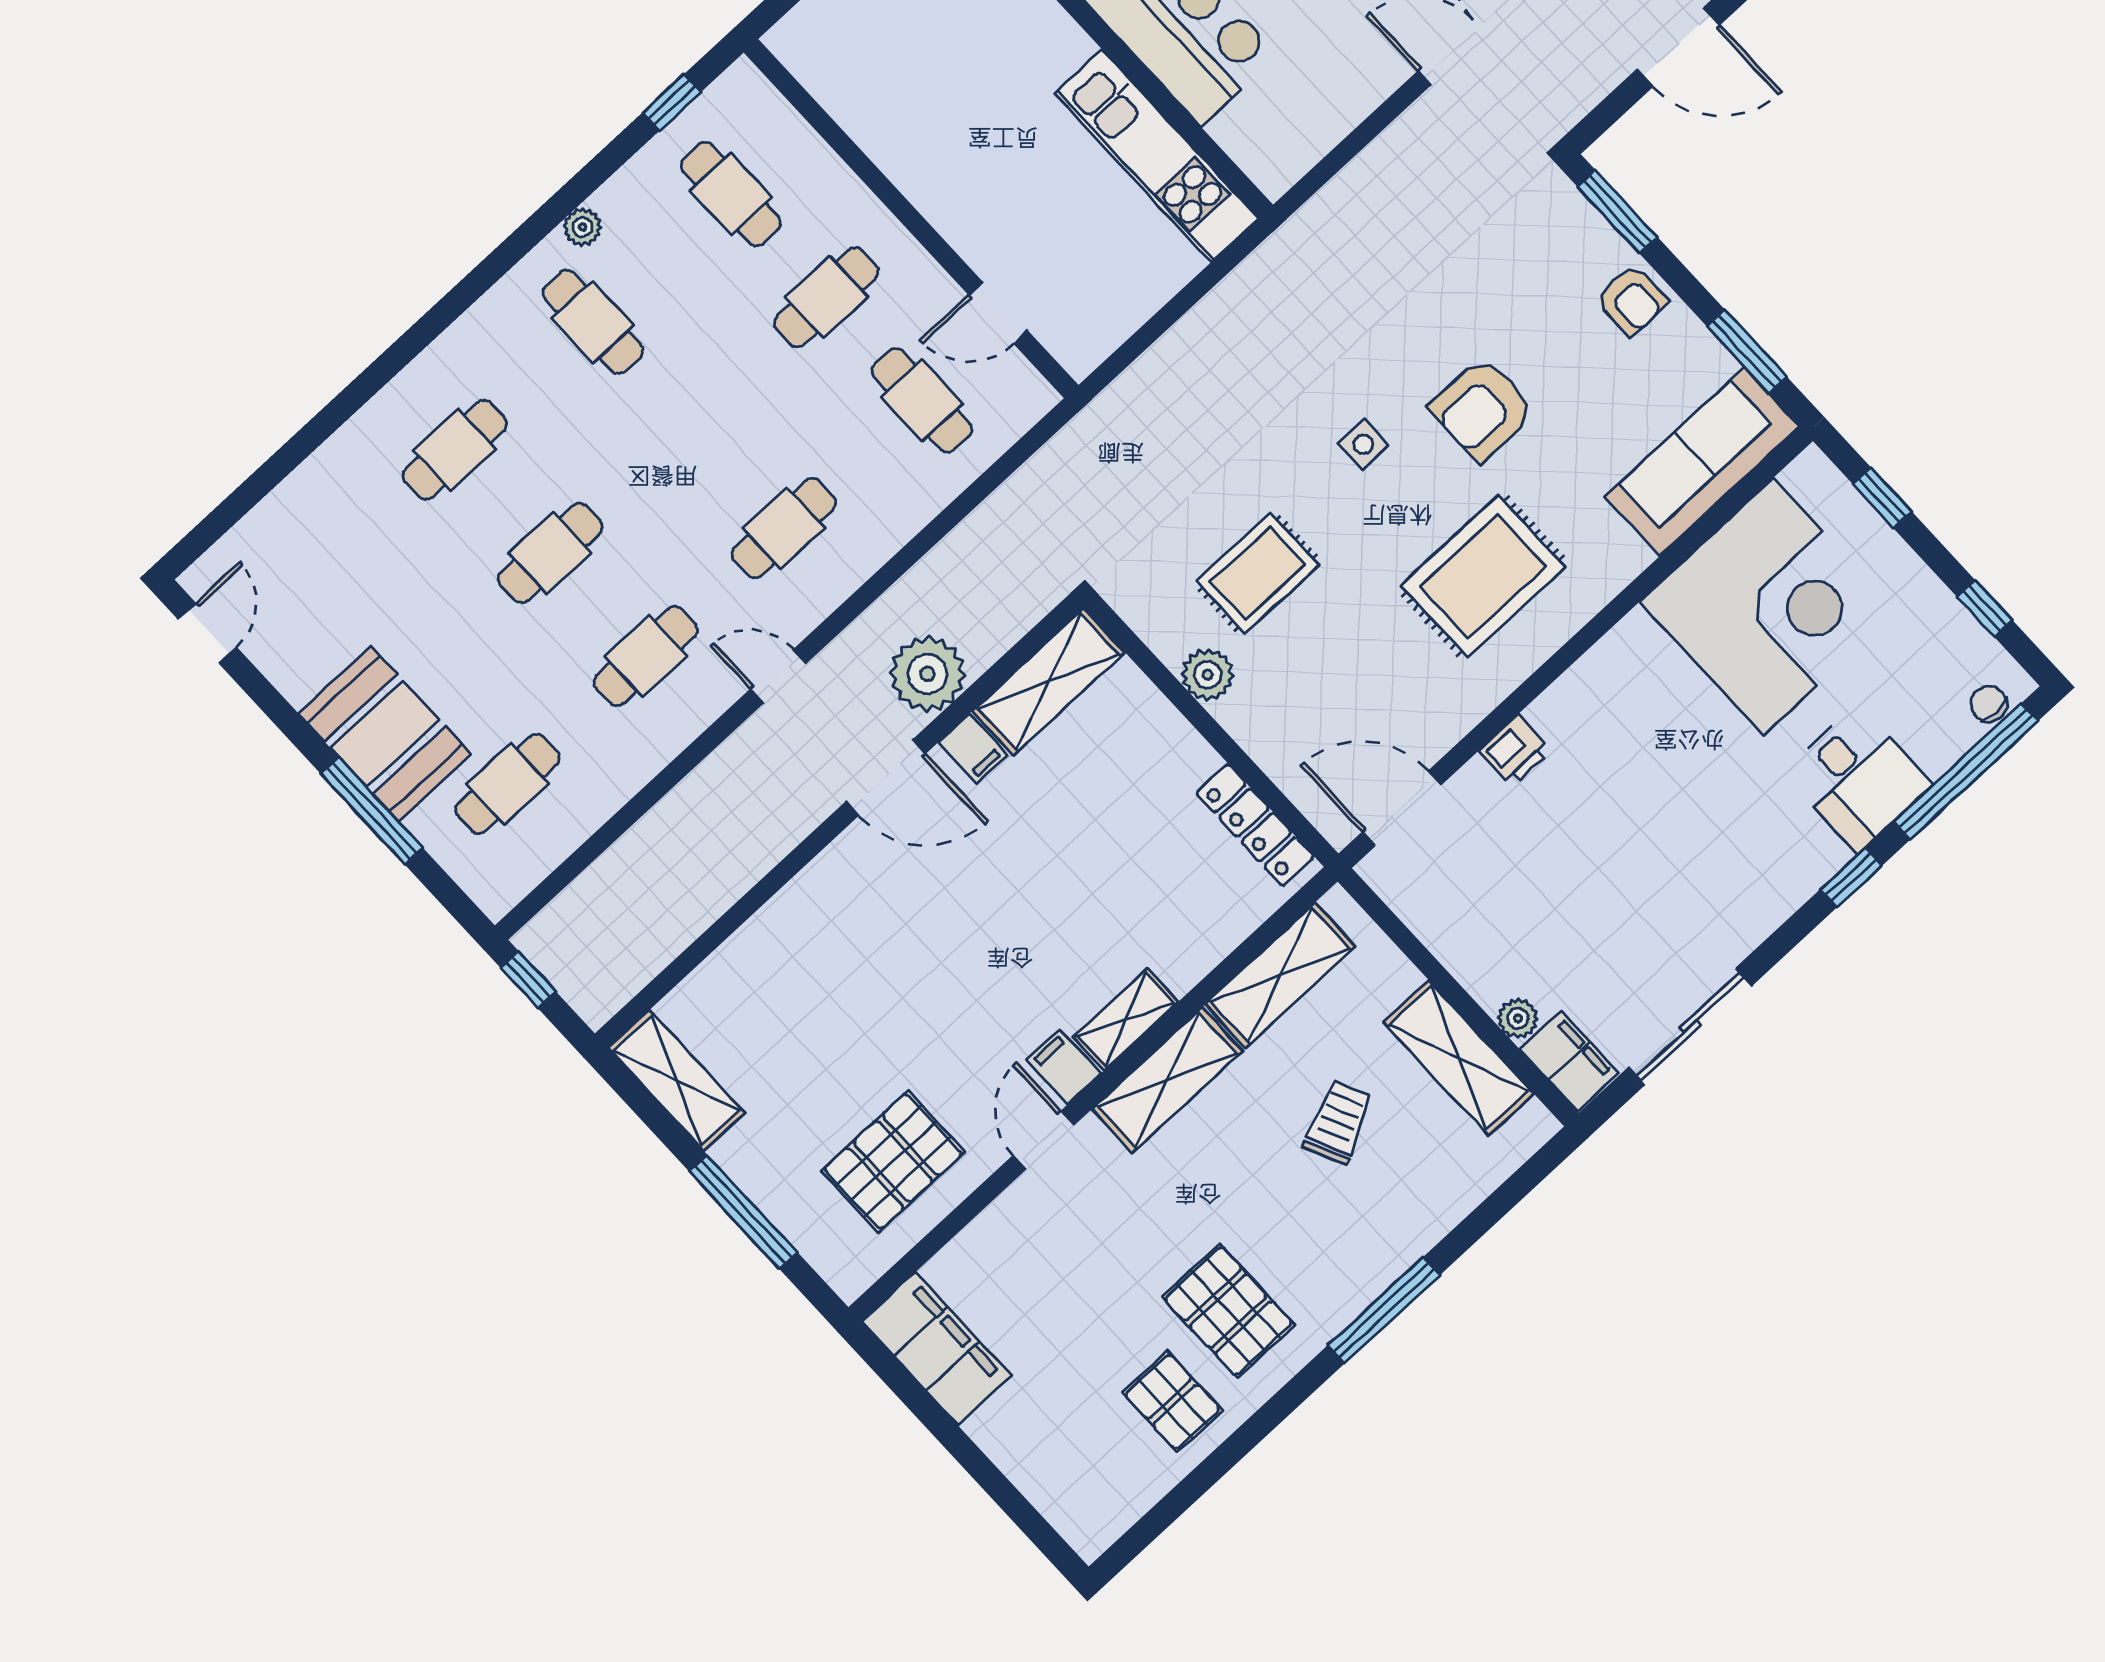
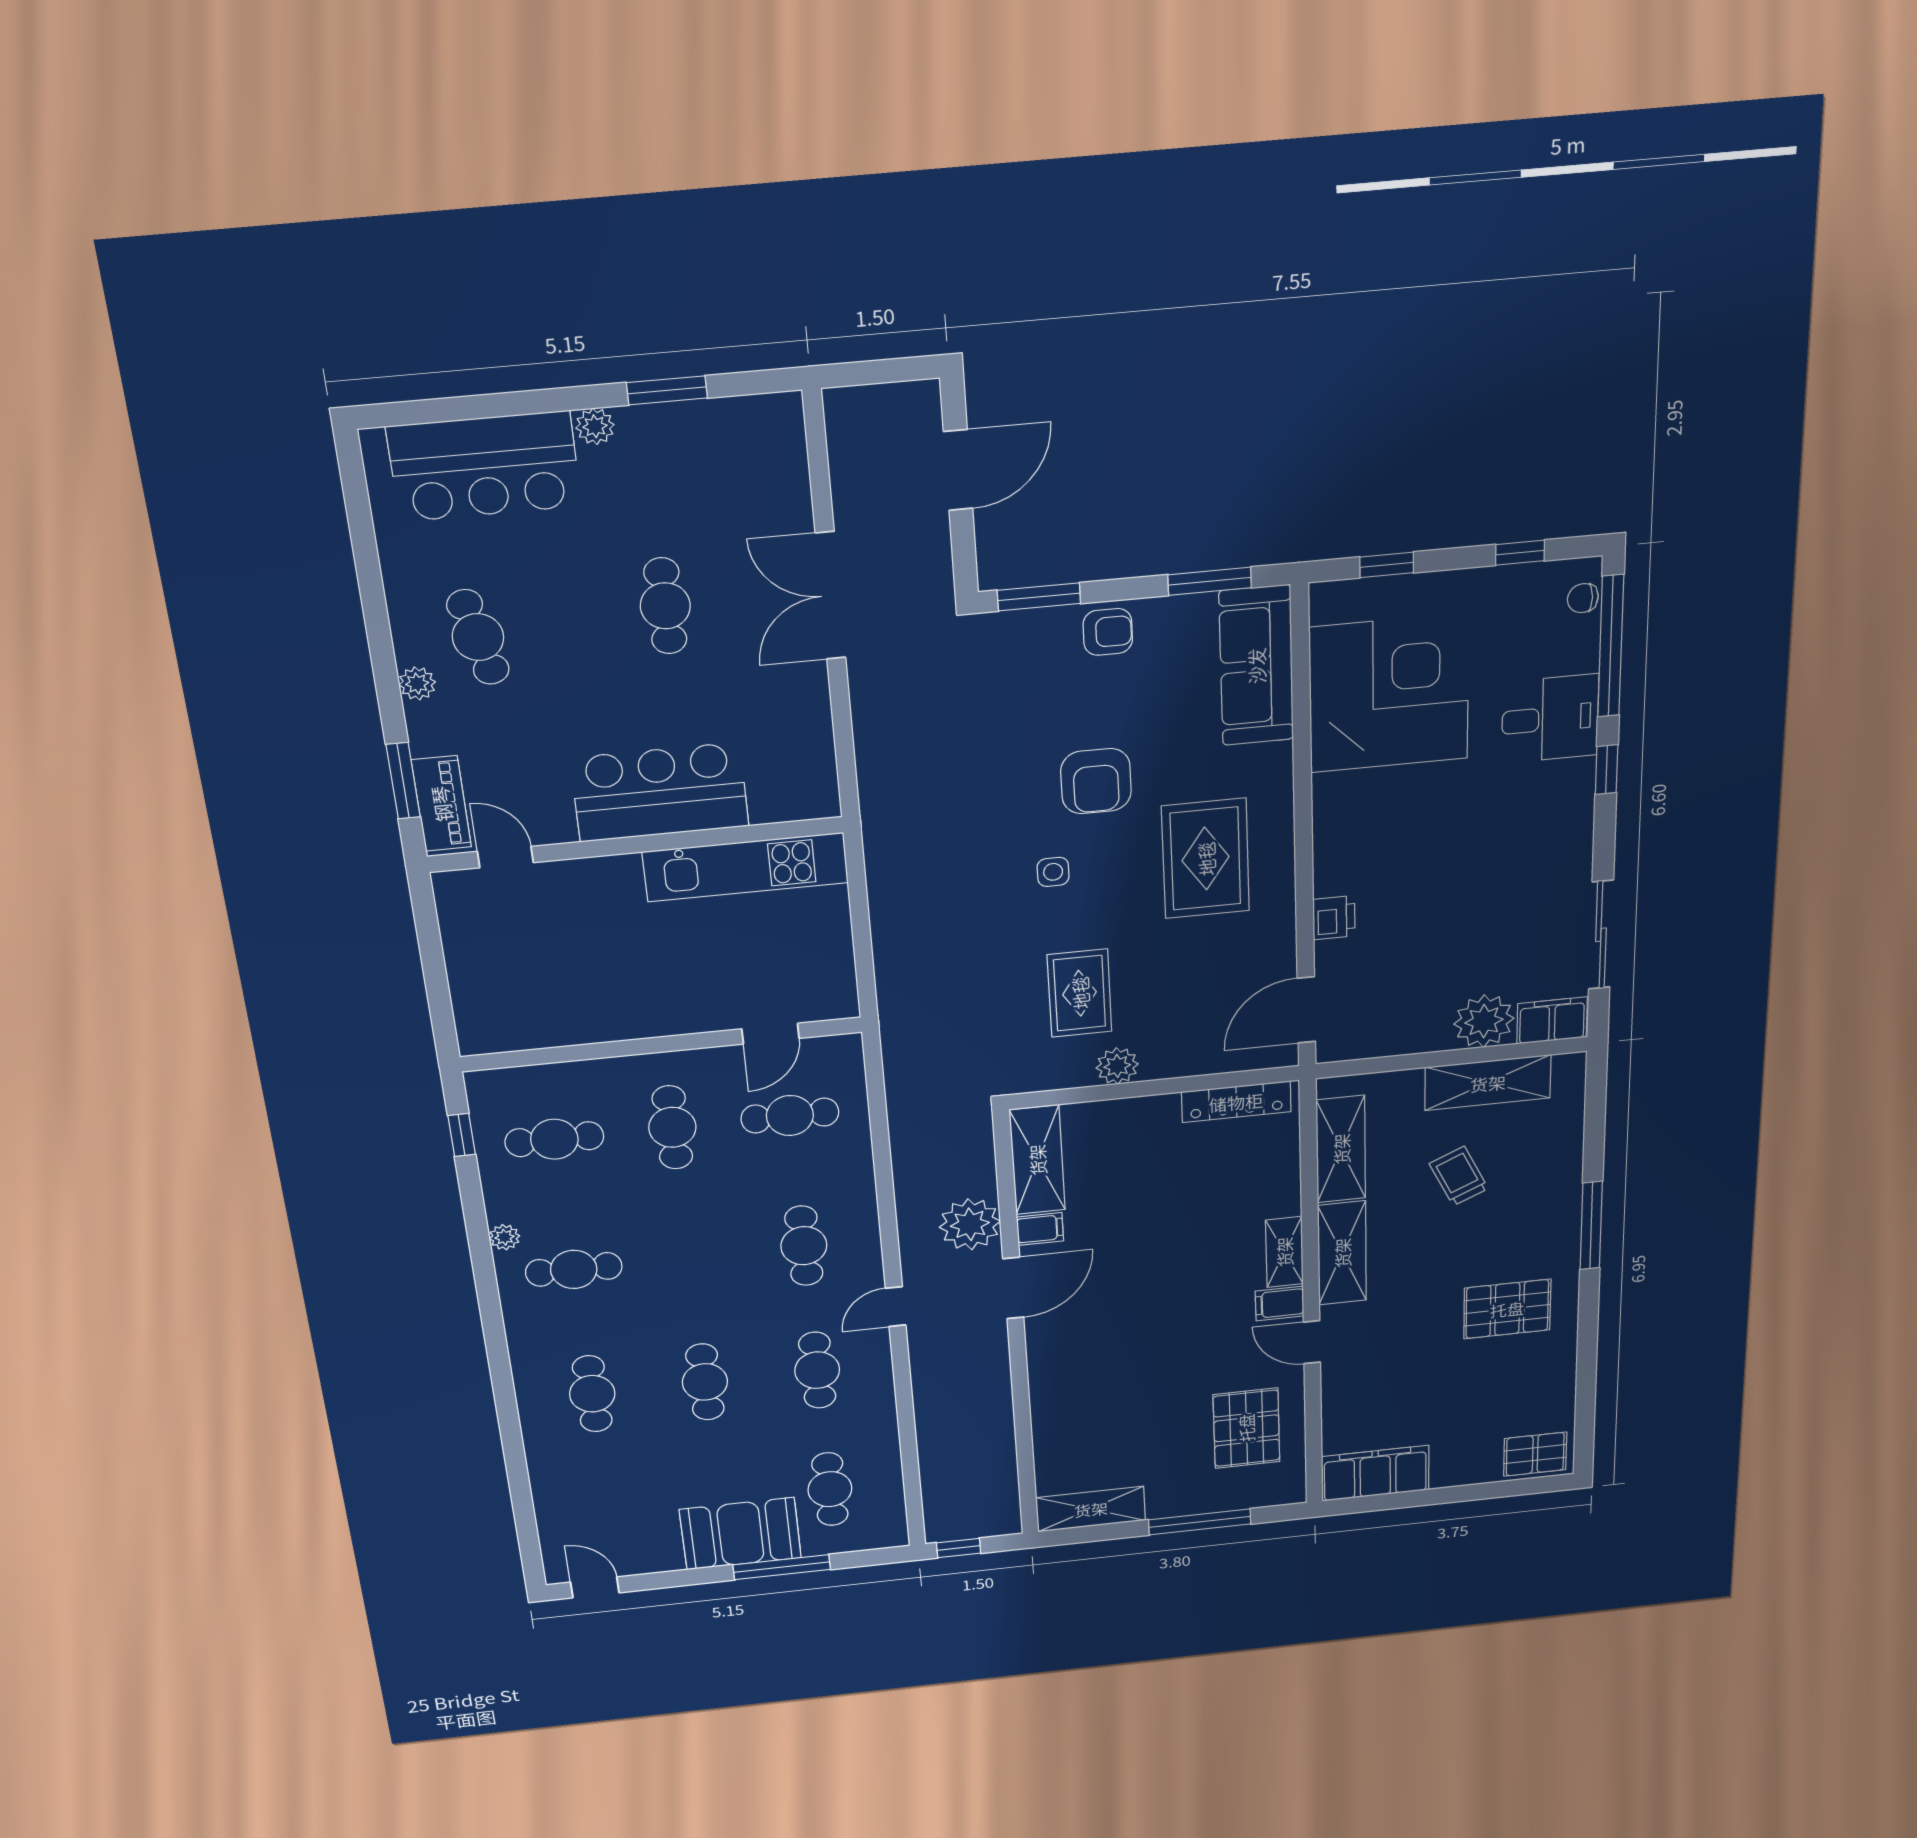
plant: (1518, 1018) -> (1484, 1021), width x1.88, depth x1.88
pallet: (1172, 1402) -> (1535, 1454), moved

